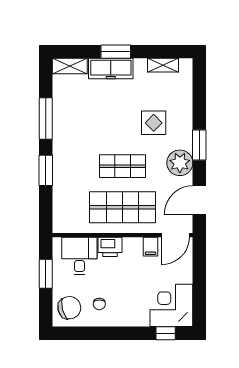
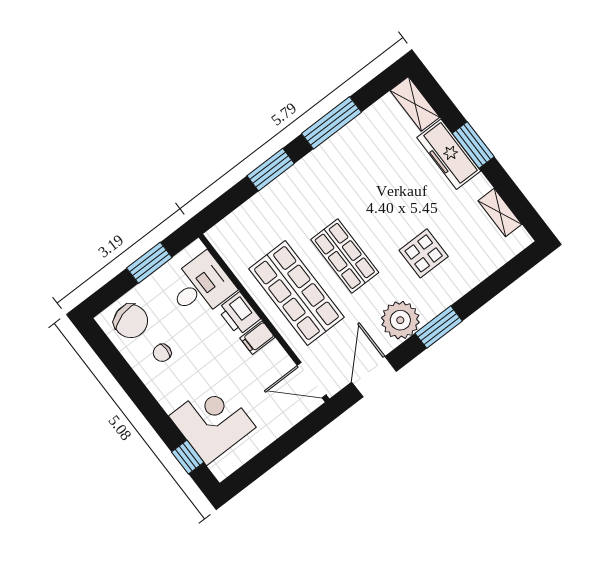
door: (199, 200) -> (374, 377), hinge flipped
filing cabinet: (151, 247) -> (257, 338), moved
corner desk: (171, 305) -> (212, 422), moved

